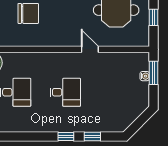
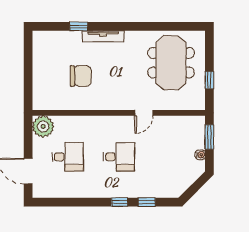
door: (90, 49) -> (144, 113), swing flipped
water cooler: (145, 76) -> (200, 155), moved

